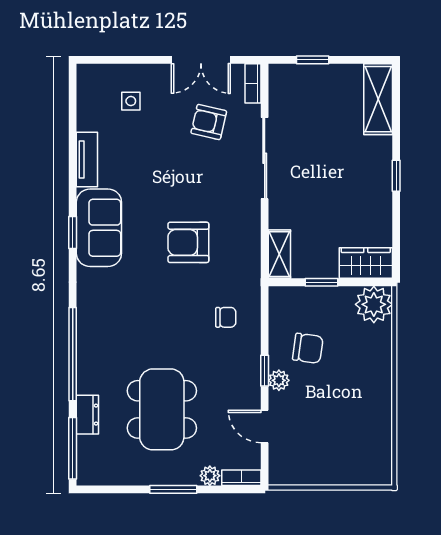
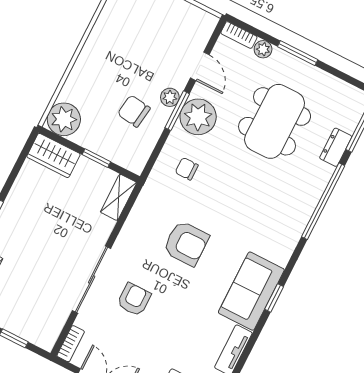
armchair: (209, 122) -> (134, 299), moved, turned -103
window: (265, 371) -> (177, 111), width x1.50
plant: (241, 375) -> (198, 117), added

